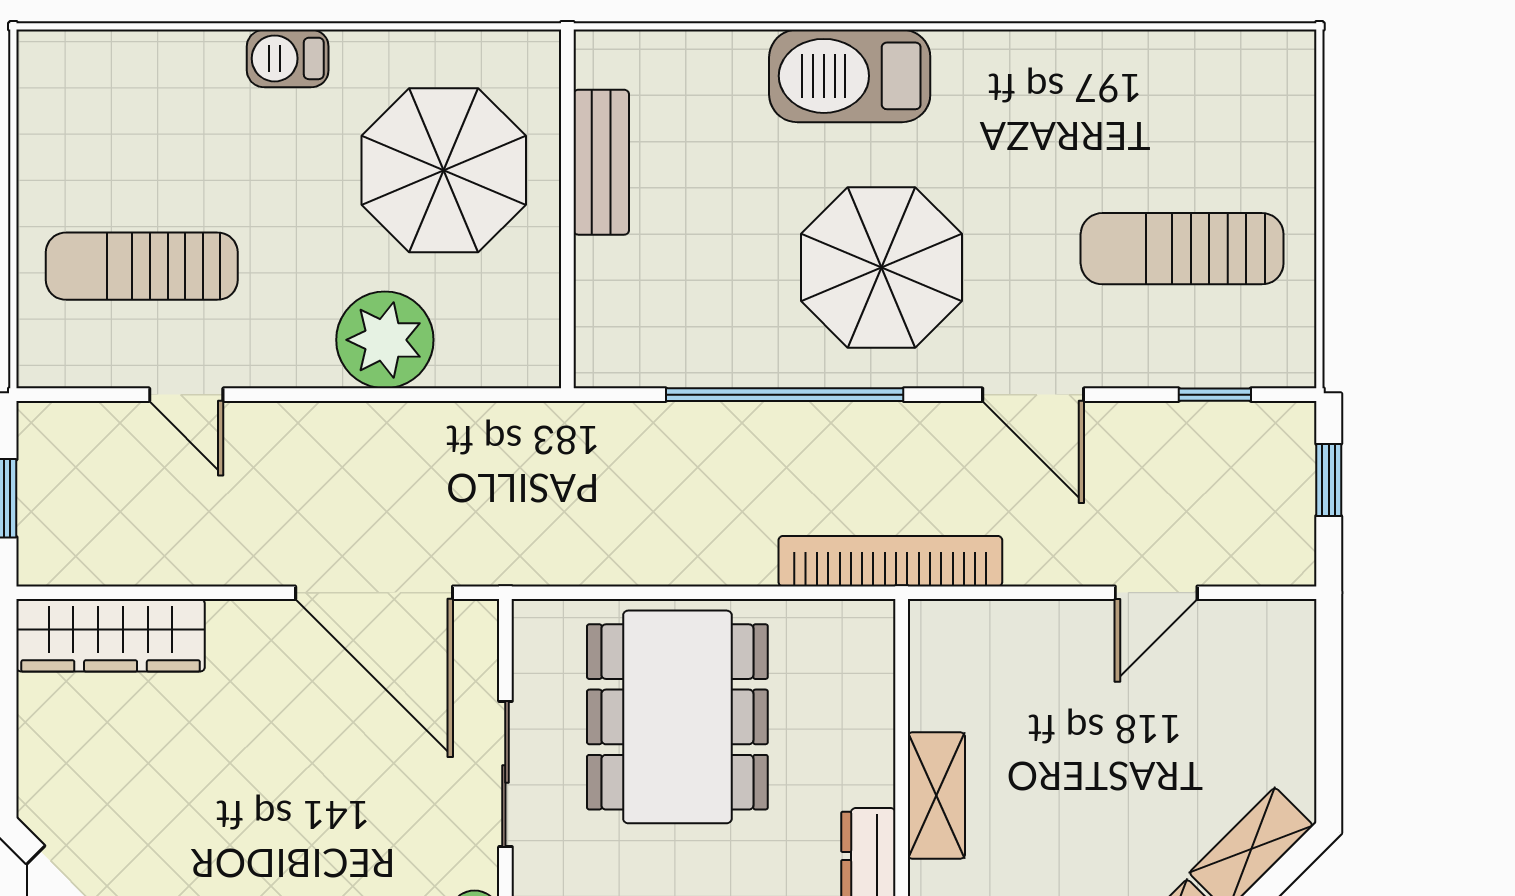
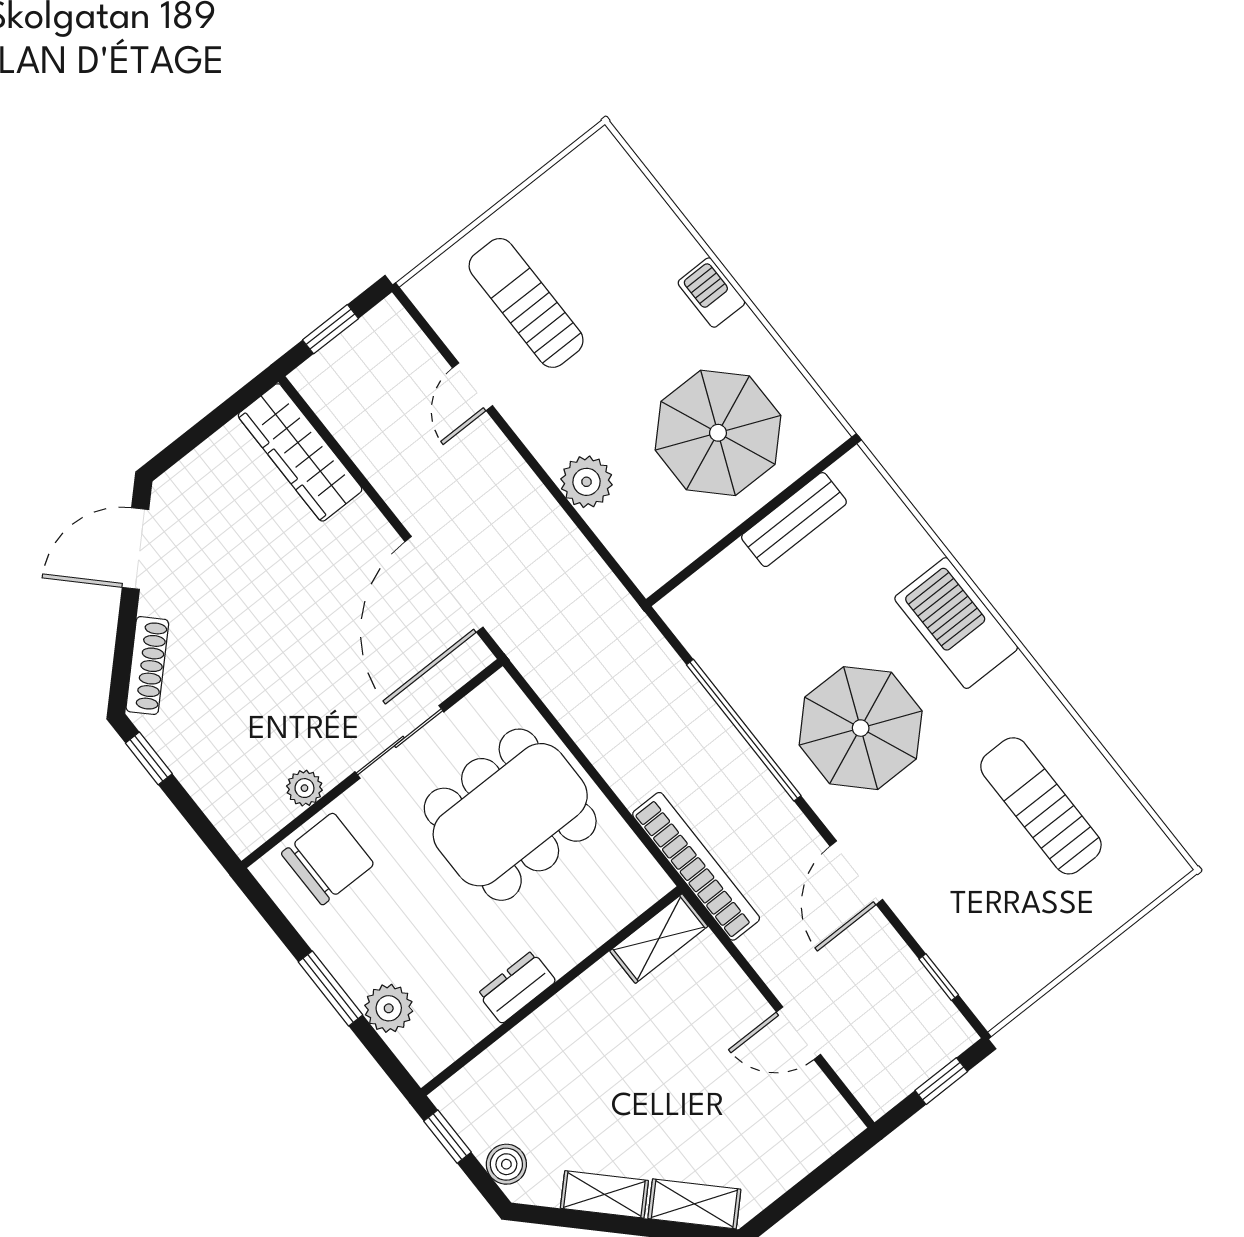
sun lounger: (1182, 249) -> (1041, 806), moved
plant: (385, 340) -> (587, 482), width x0.73, depth x0.73
shelving: (936, 796) -> (659, 939), moved

